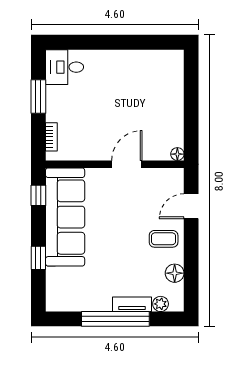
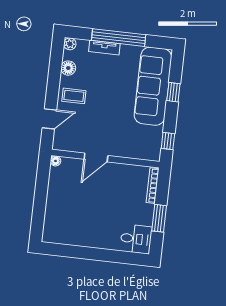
bookcase: (51, 137) -> (153, 186), width x1.56
sofa: (65, 217) -> (153, 86), moved
plant: (161, 304) -> (70, 44), moved

